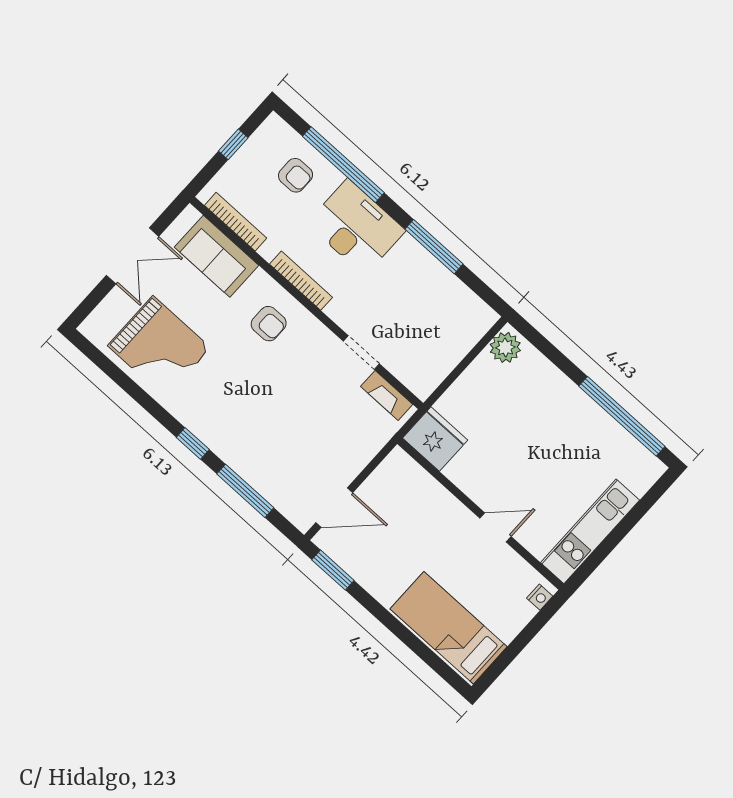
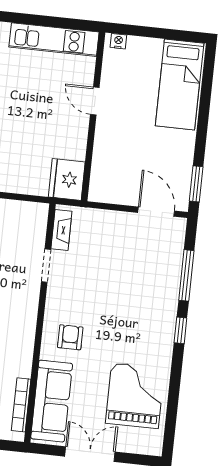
sofa: (217, 256) -> (52, 401), width x1.36
bookcase: (301, 281) -> (28, 337), removed

